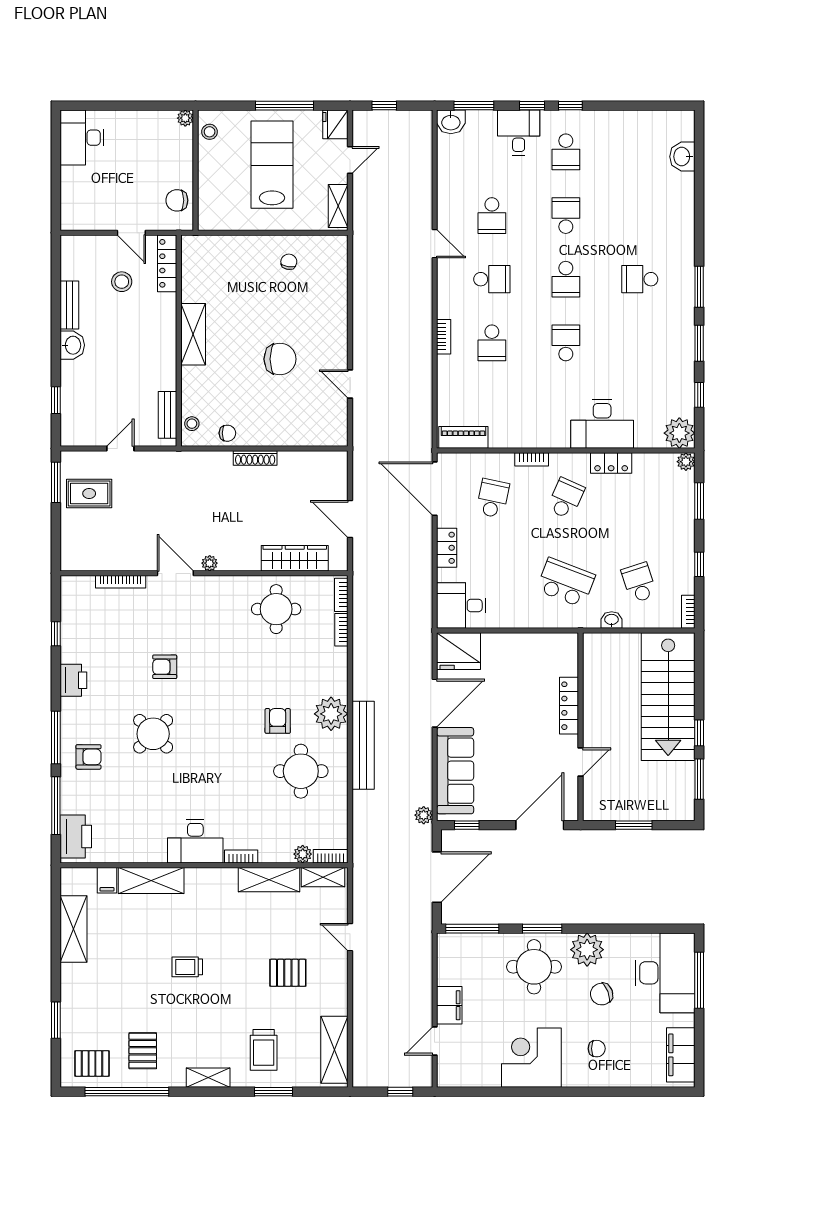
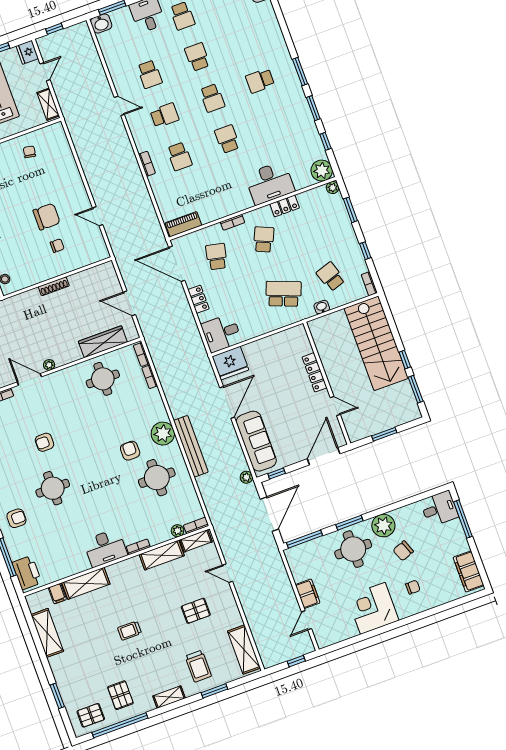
chair: (227, 433) -> (57, 246), moved
round table: (153, 734) -> (53, 488), turned 45
door: (581, 762) -> (335, 406), hinge flipped
desk: (665, 973) -> (439, 509), width x0.53, depth x0.77

